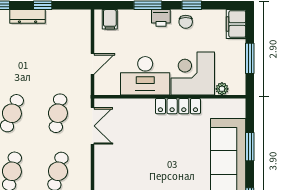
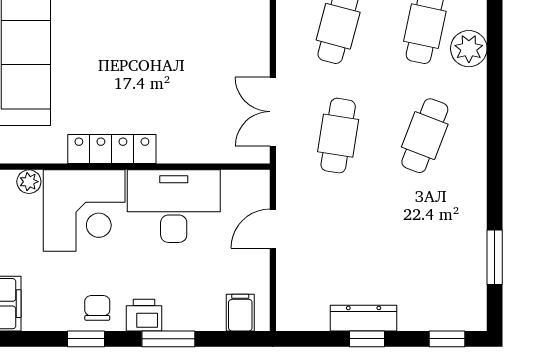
dresser: (28, 16) -> (364, 318), moved

